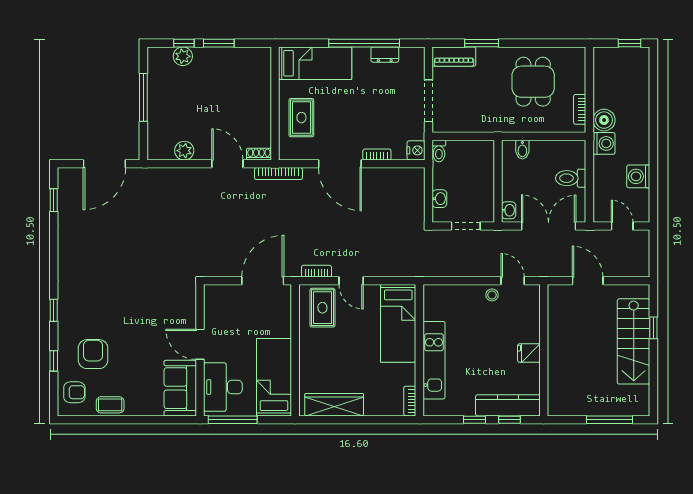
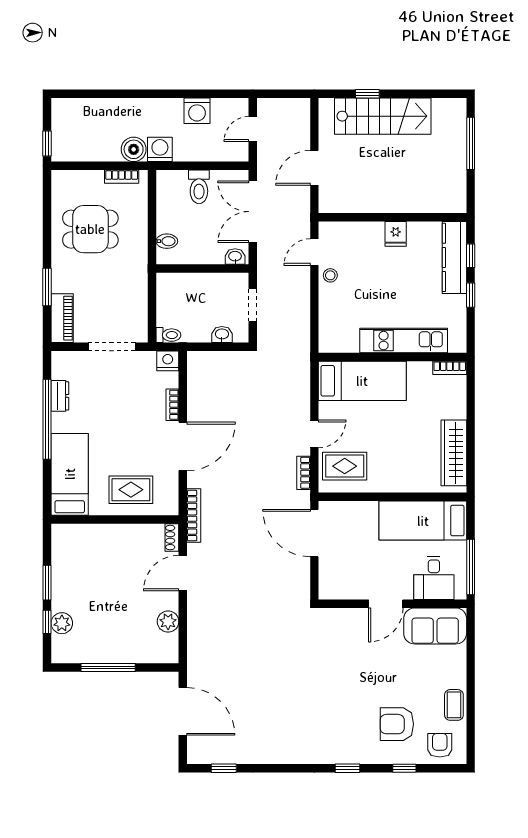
window: (630, 43) -> (47, 144), moved
desk: (223, 387) -> (434, 578), width x0.73

